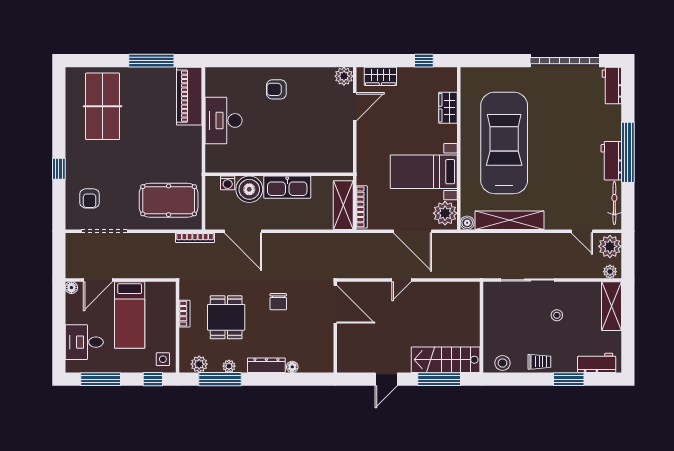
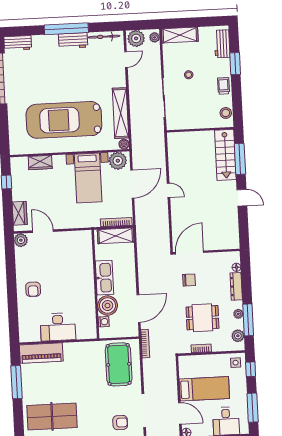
door: (335, 304) -> (190, 252), moved
wall: (335, 327) -> (206, 252), moved

